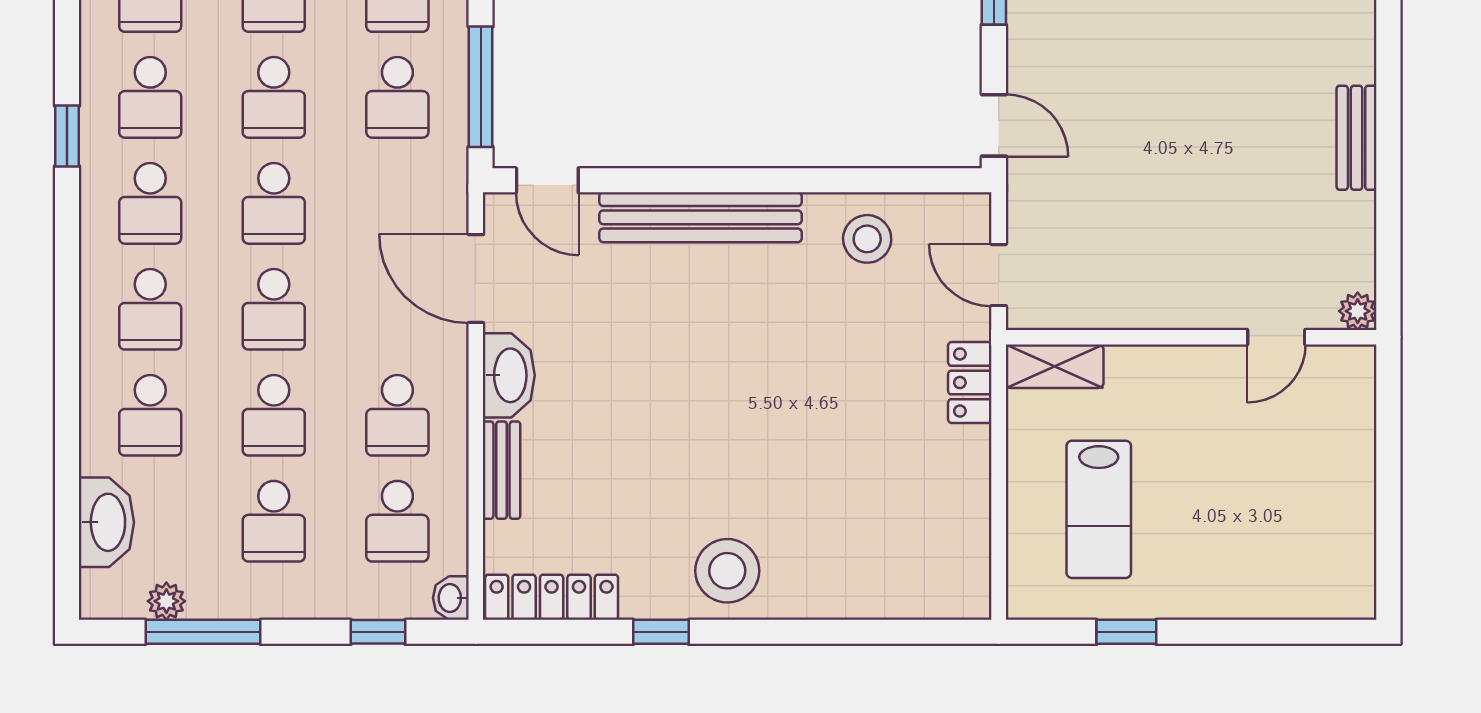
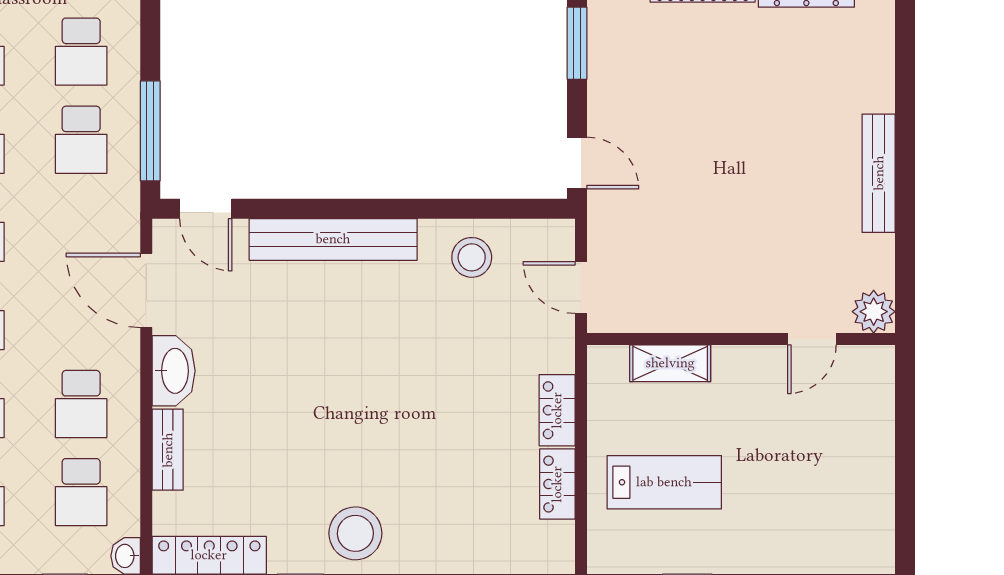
bench: (1357, 138) -> (879, 173), width x1.36
plant: (1358, 311) -> (874, 312), width x1.38, depth x1.38
shelving: (1055, 366) -> (670, 363), moved
locker: (970, 383) -> (557, 410), moved
lab bench: (1099, 509) -> (664, 482), turned -90
locker: (970, 511) -> (557, 484), added

